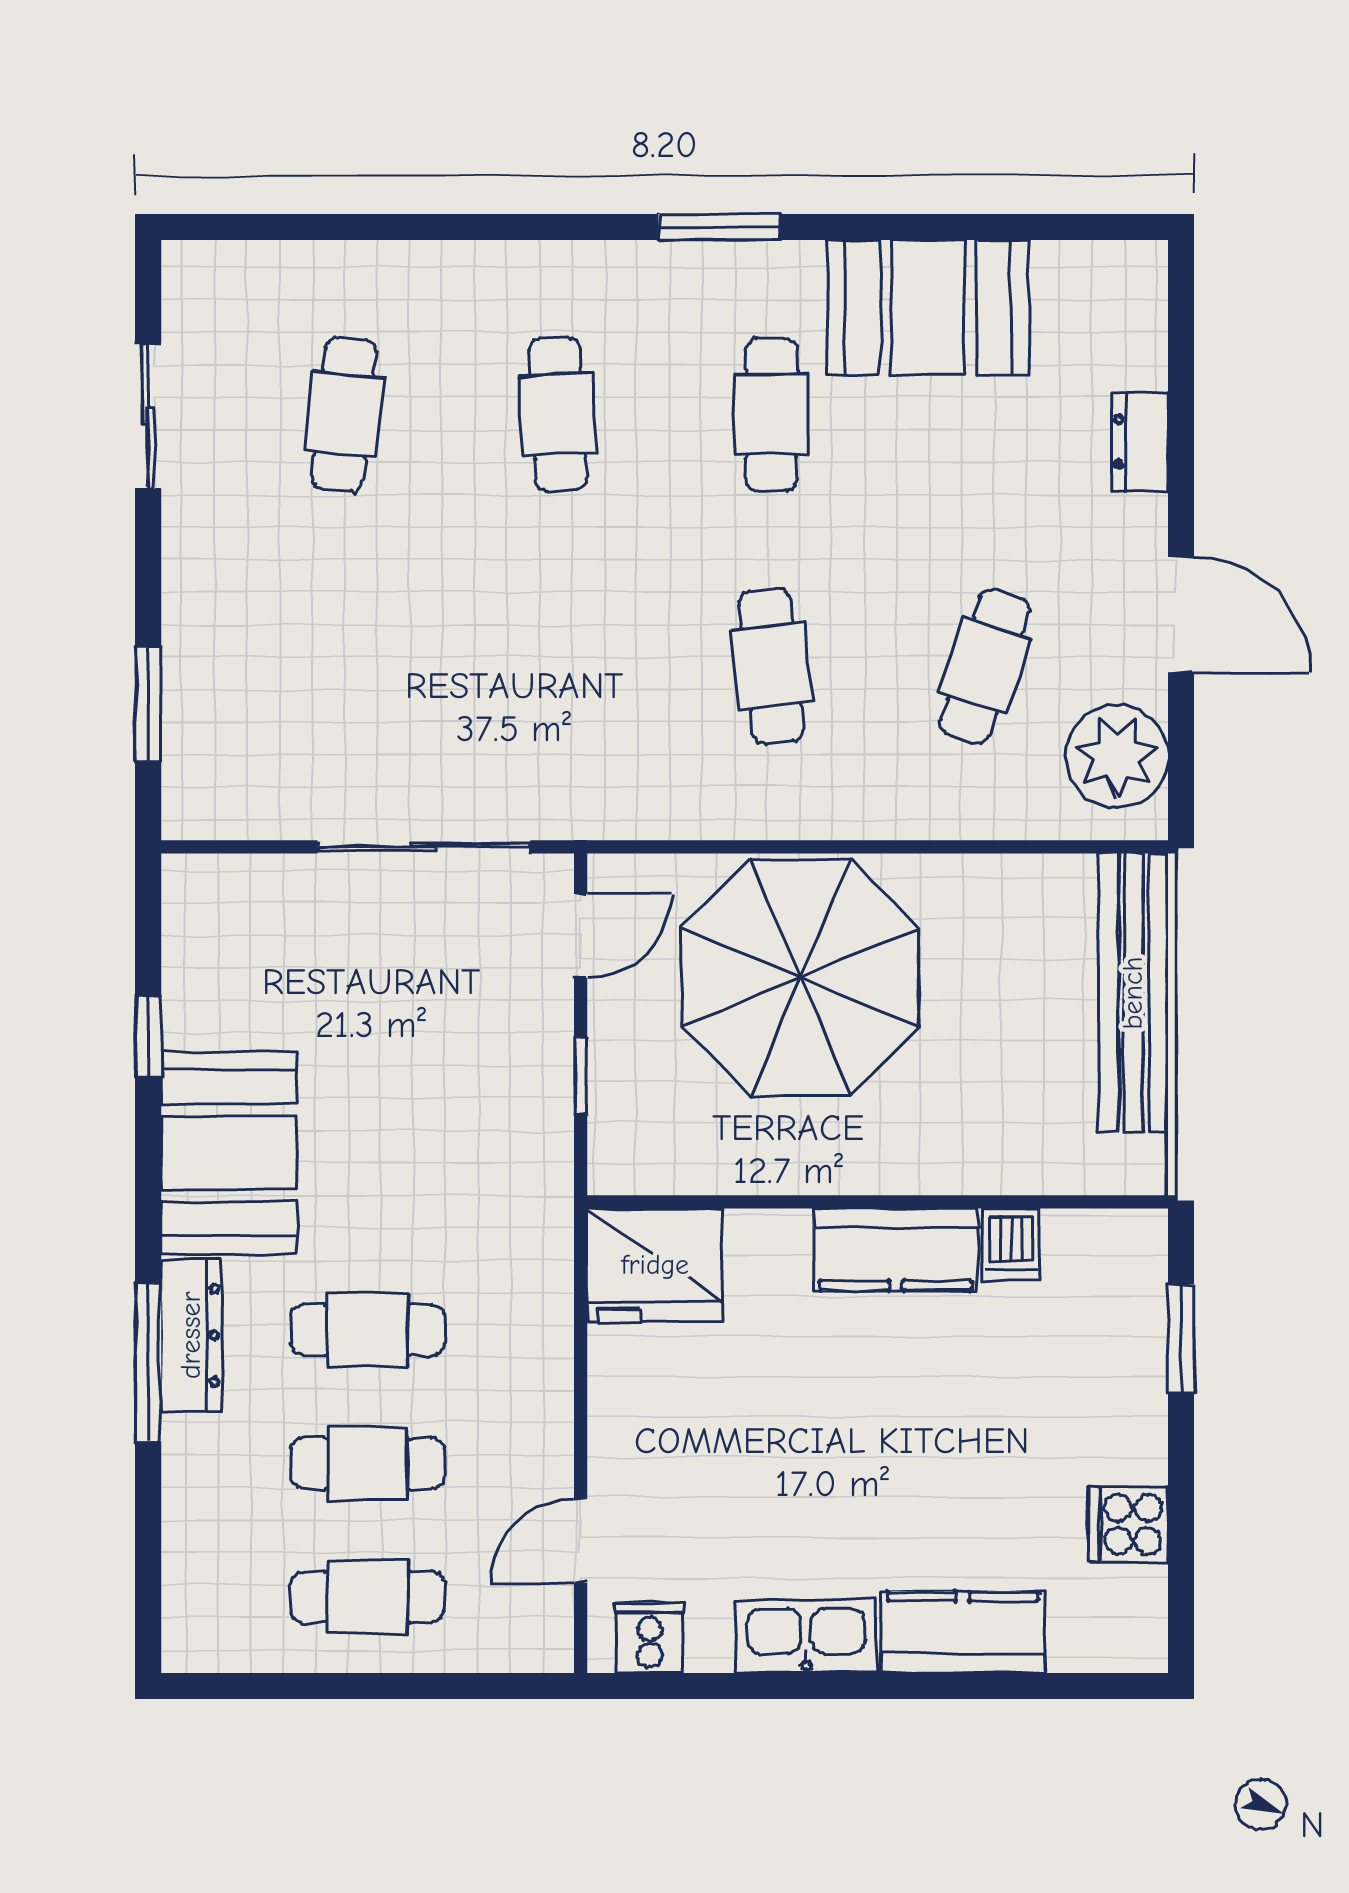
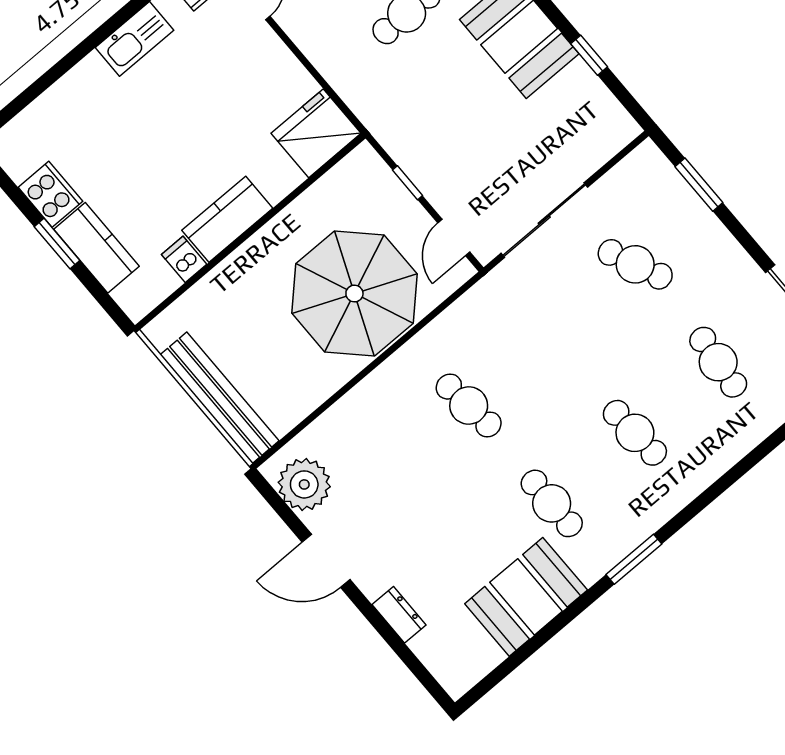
cafe table: (985, 666) -> (635, 264), moved, turned -42
window: (1181, 1338) -> (57, 244), moved
cooker: (1129, 1524) -> (50, 194), width x1.36
kitchen counter: (963, 1632) -> (96, 248), moved, turned -90

